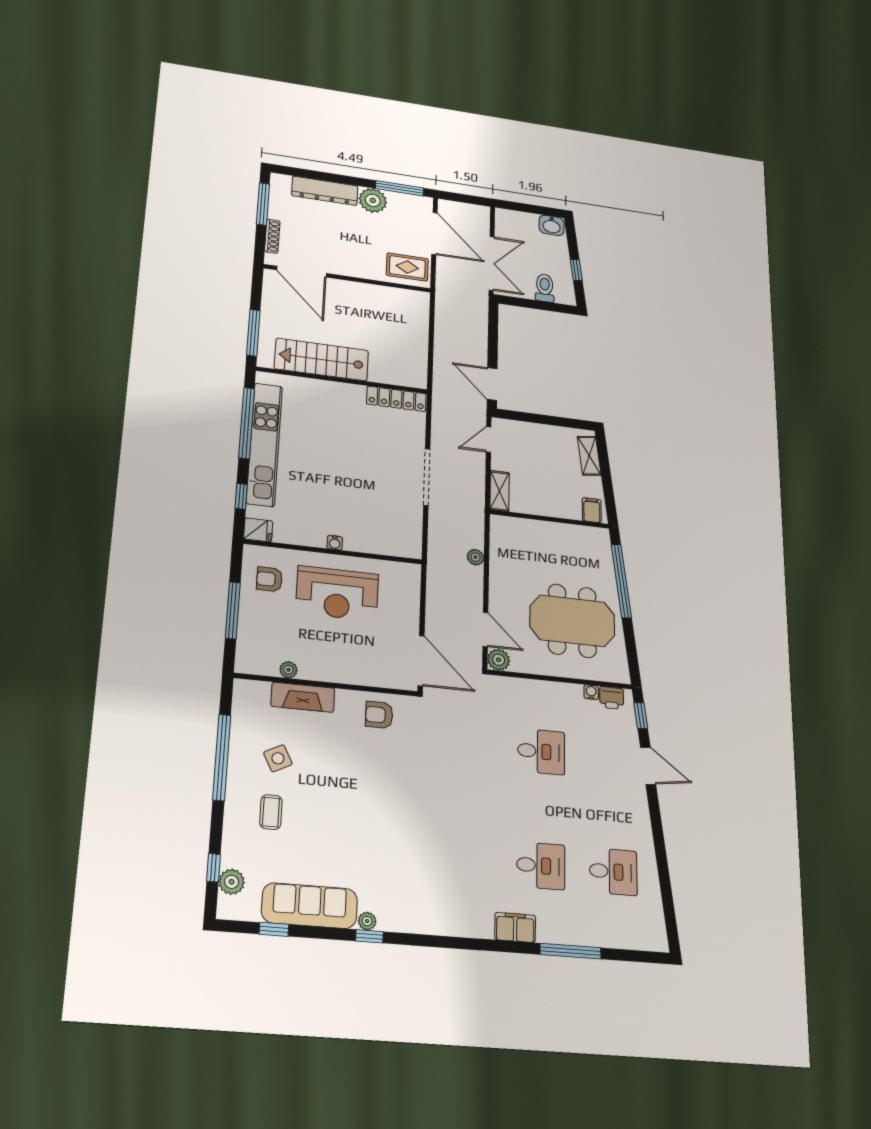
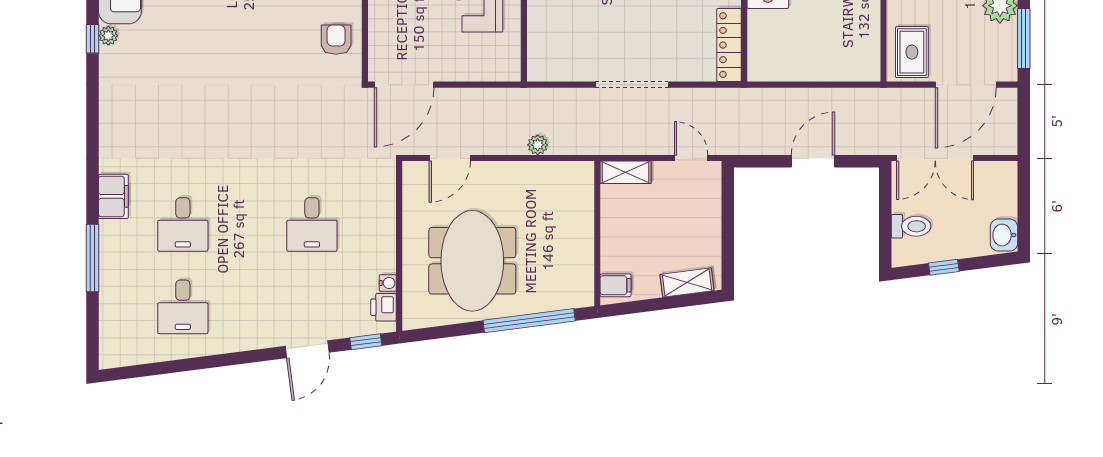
door: (492, 384) -> (813, 161), moved
plant: (499, 660) -> (415, 174), removed

